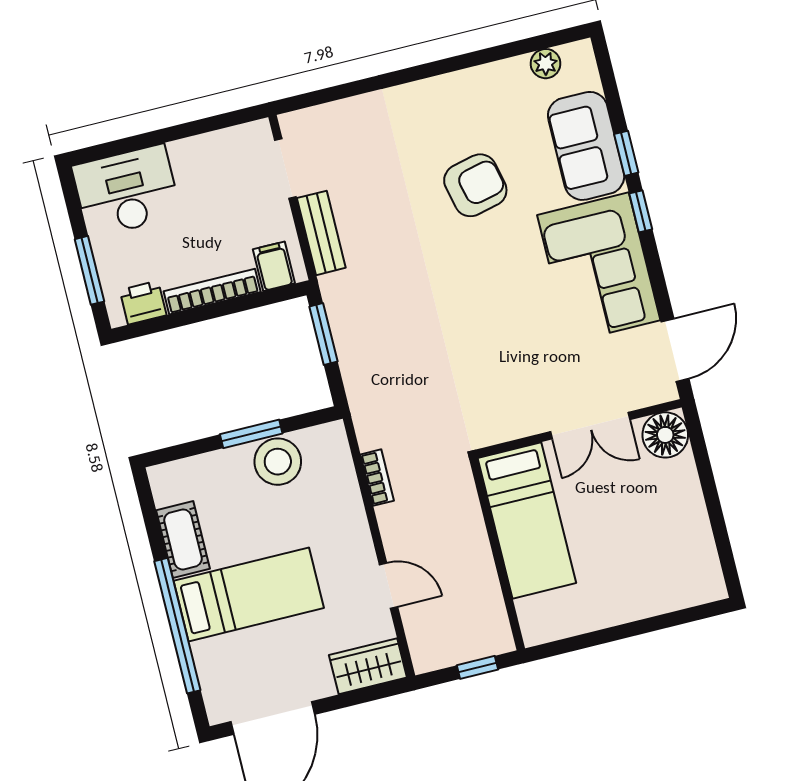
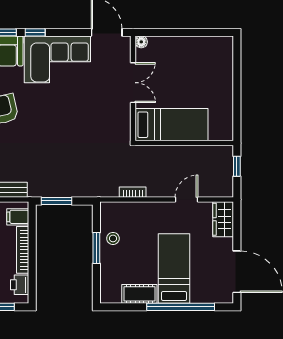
floor lamp: (665, 435) -> (141, 42), width x0.53, depth x0.53
stool: (278, 462) -> (113, 238), width x0.53, depth x0.53

